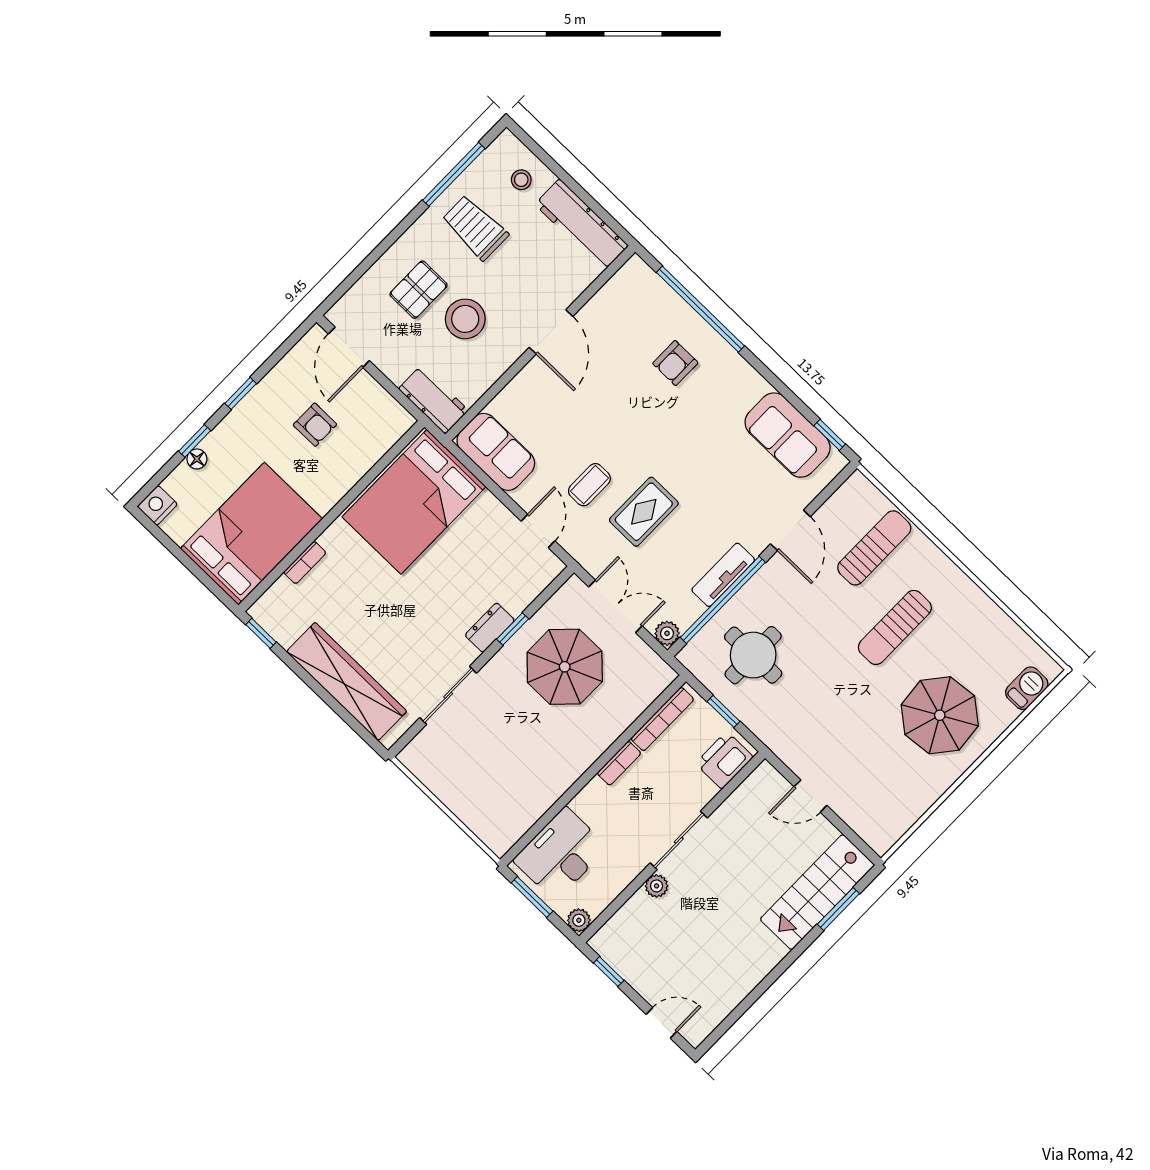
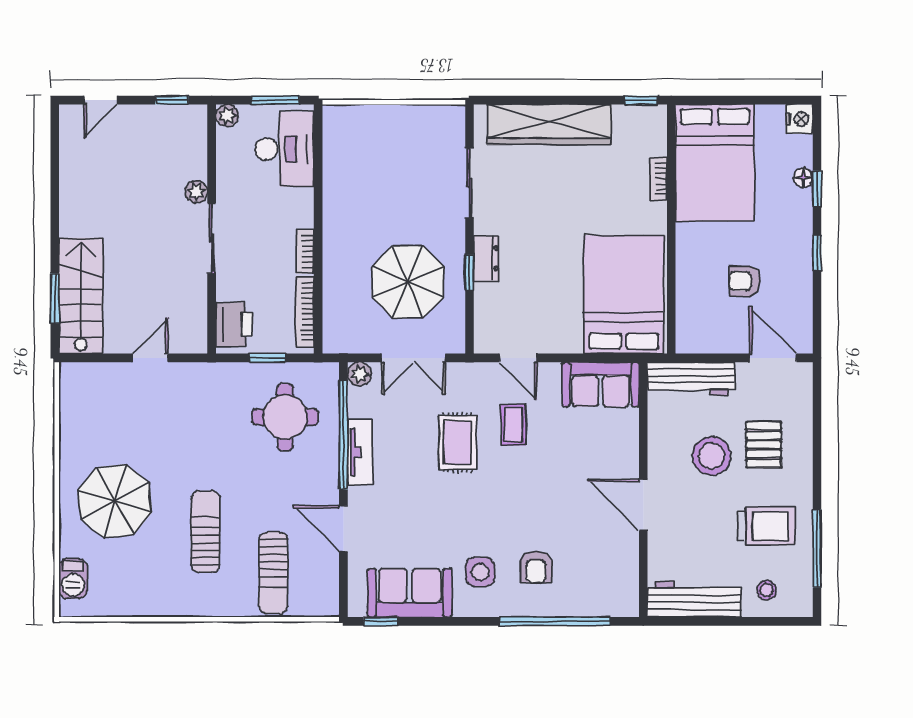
armchair: (675, 363) -> (536, 567), turned 180
workbench: (433, 399) -> (691, 379), width x1.38
side table: (720, 400) -> (480, 572), added

